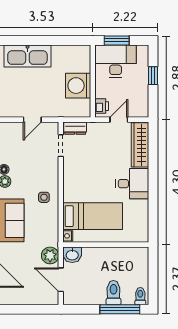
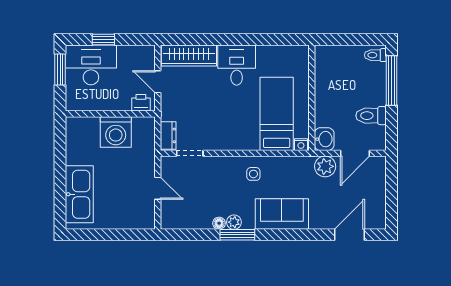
window: (117, 40) -> (60, 69), moved
desk: (116, 61) -> (91, 65), moved, turned 90
toilet: (113, 293) -> (371, 116), moved

